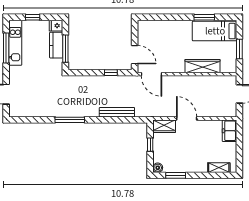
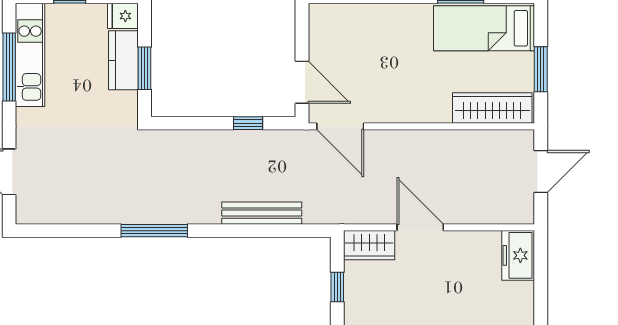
window: (65, 49) -> (144, 68), width x0.69
wardrobe: (202, 66) -> (492, 108), moved

